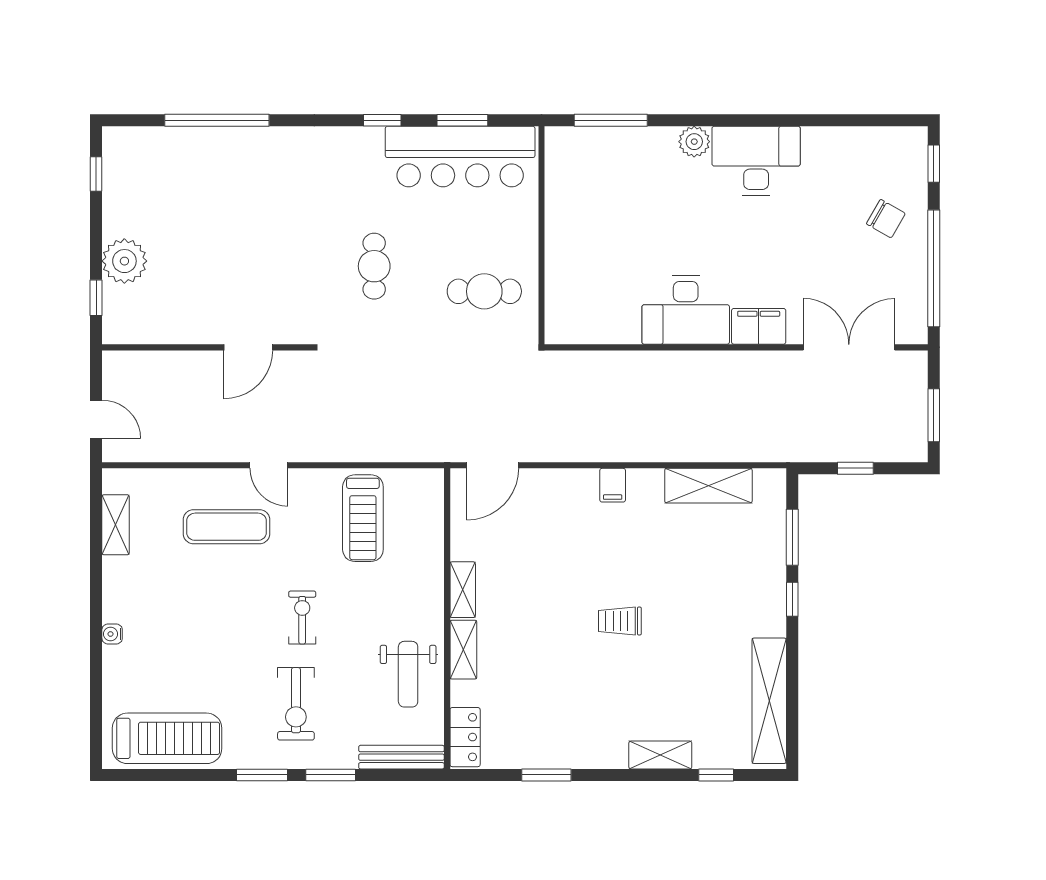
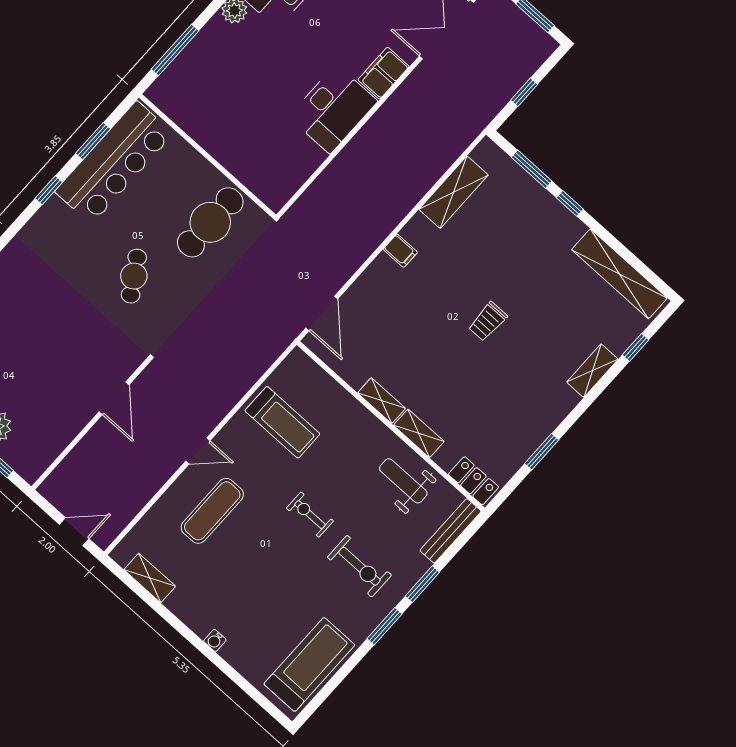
cafe table: (374, 266) -> (134, 276), turned 58
cafe table: (484, 291) -> (210, 222), width x1.37, depth x1.35
weight bench: (408, 674) -> (403, 481), turned 180

